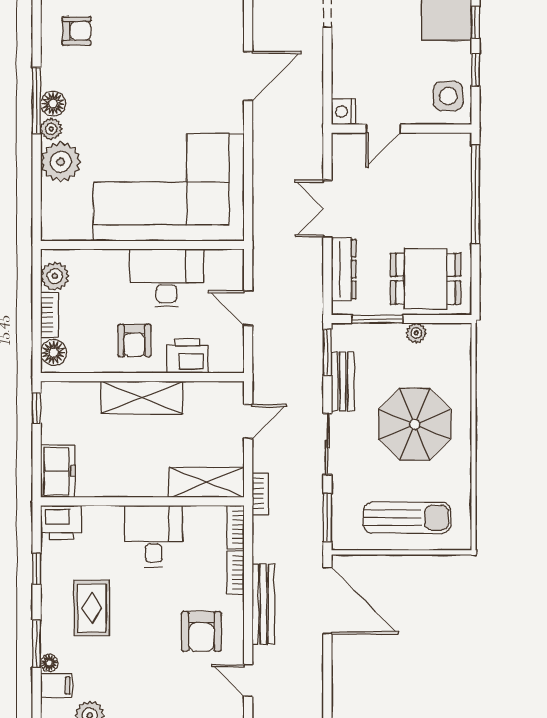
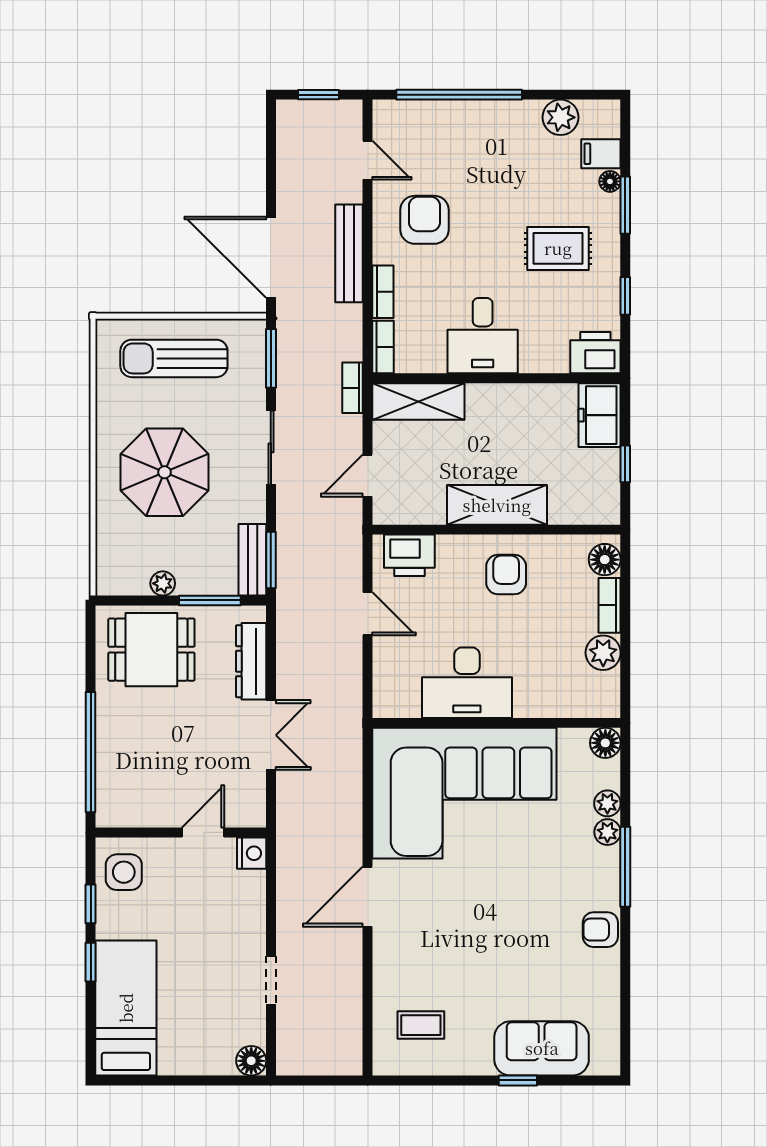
armchair: (76, 31) -> (600, 930), moved
floor lamp: (53, 104) -> (605, 743), moved
plant: (61, 162) -> (607, 803), width x0.53, depth x0.53
corner sofa: (169, 187) -> (464, 793), moved
wall: (142, 245) -> (496, 723), moved
desk: (167, 278) -> (467, 683), moved
printer: (187, 356) -> (409, 555), moved
bench: (343, 382) -> (252, 560), moved
window: (37, 408) -> (625, 464), moved
rug: (92, 608) -> (558, 248), turned 90

